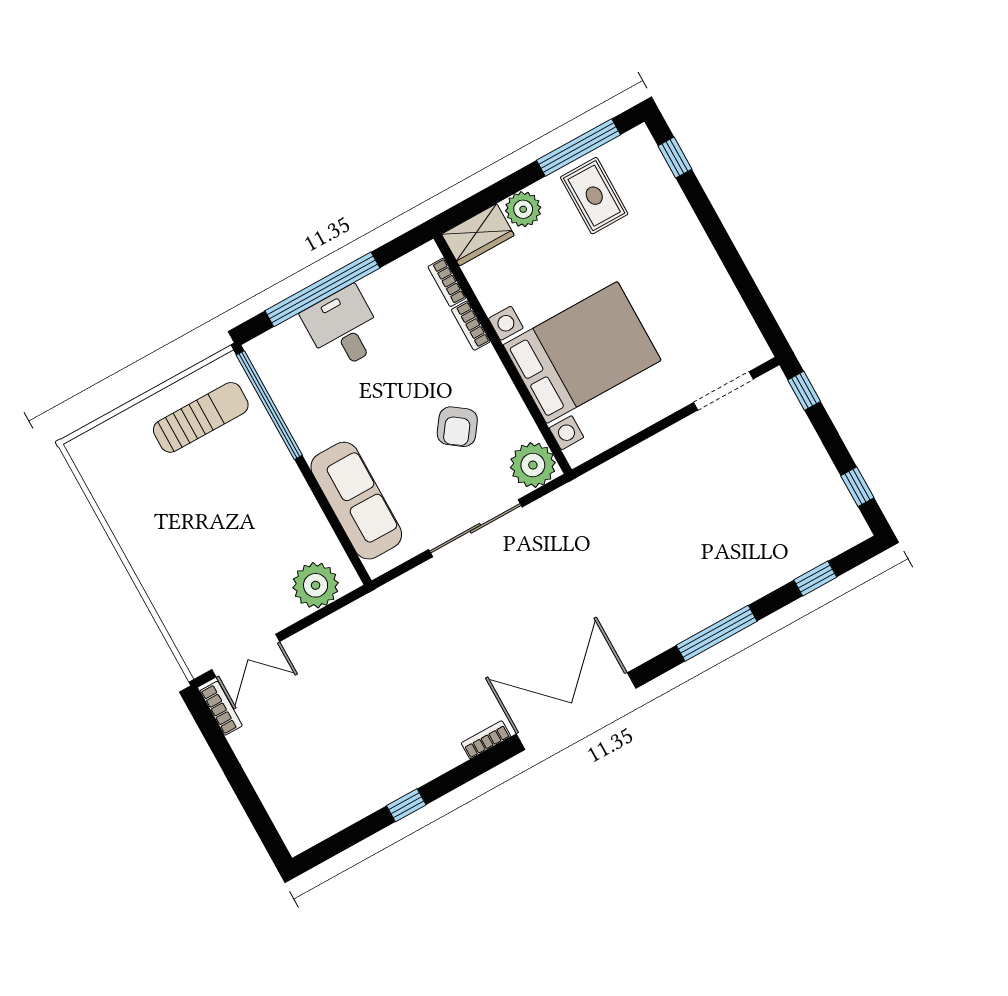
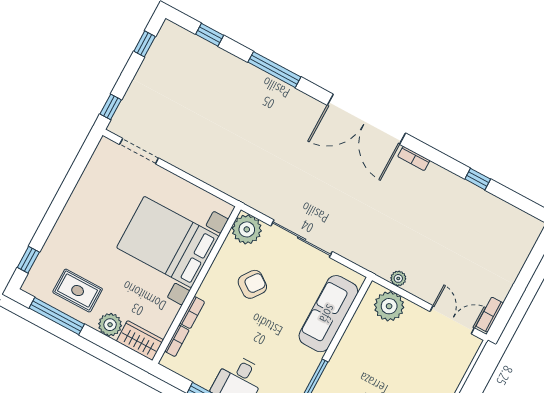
rug: (594, 196) -> (78, 291), turned 90
plant: (344, 620) -> (398, 278), added

